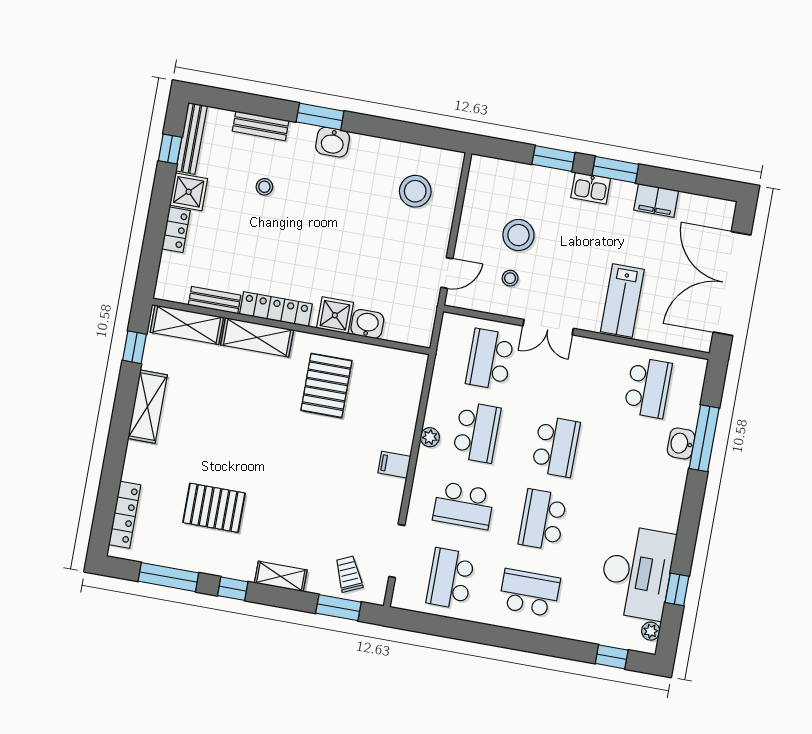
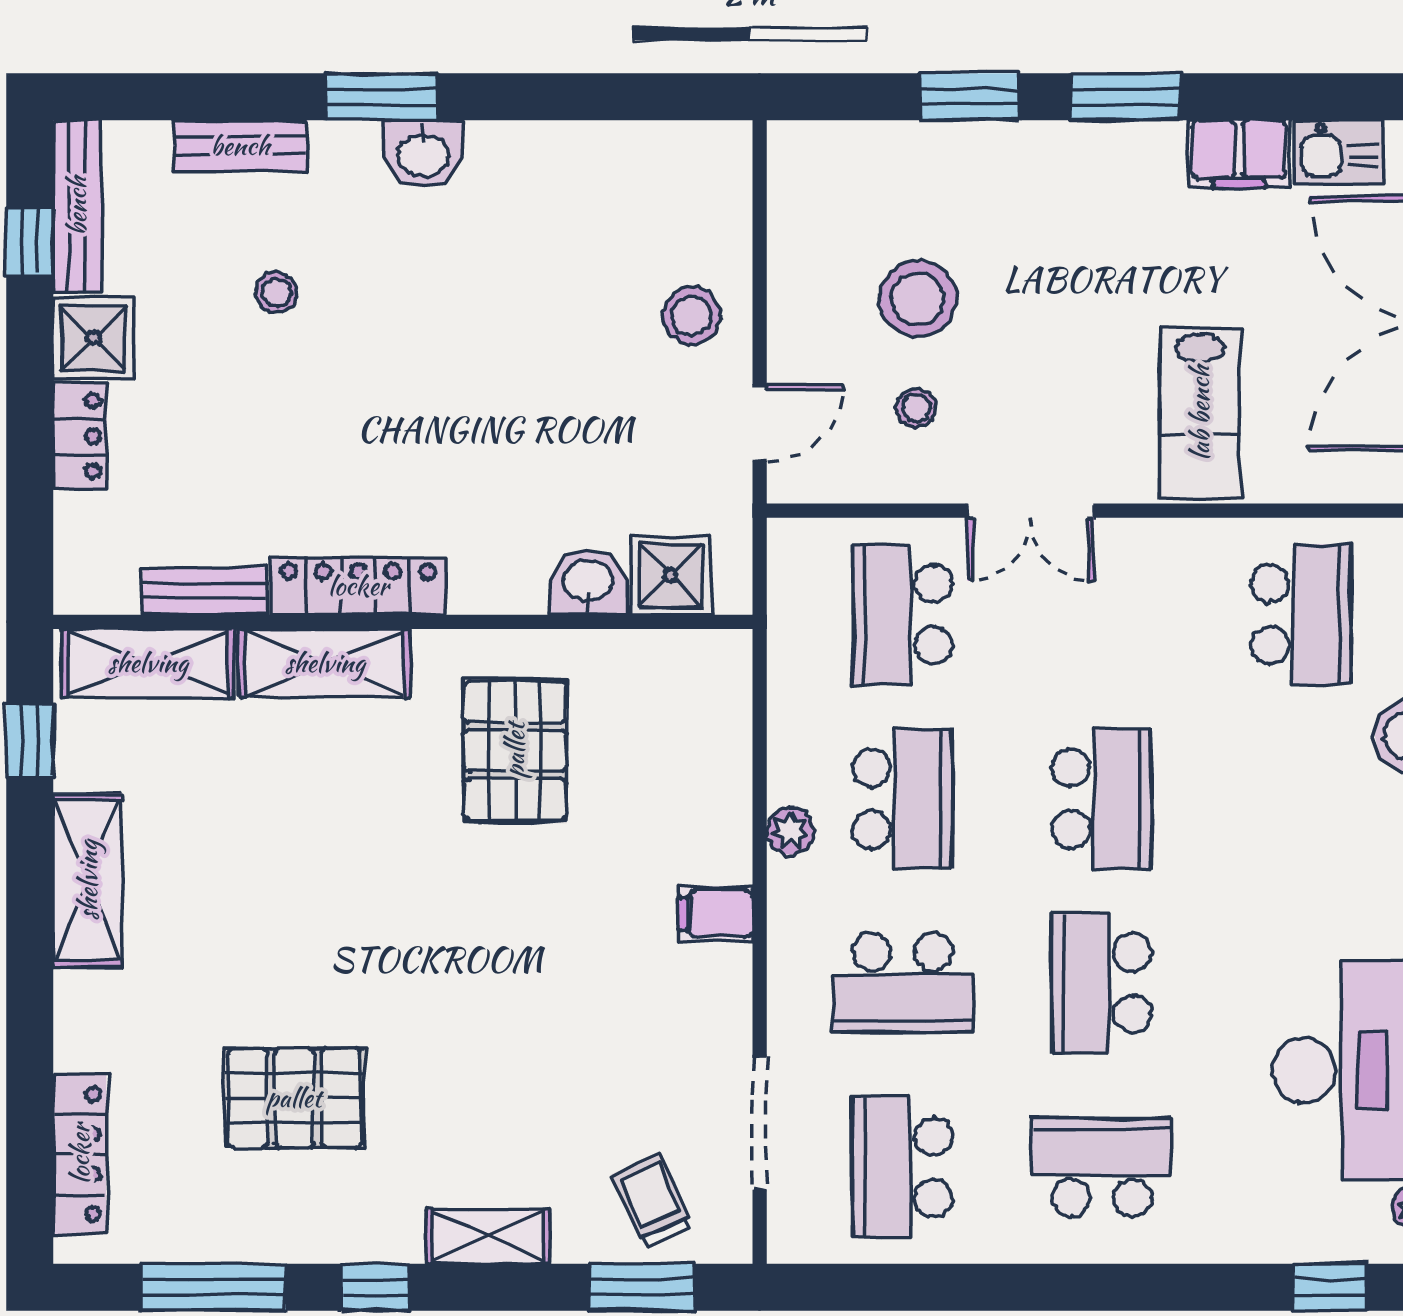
kitchen sink: (591, 188) -> (1339, 152), moved
stool: (415, 191) -> (692, 316), moved, width x0.73, depth x0.73
shower: (335, 315) -> (671, 575), moved

